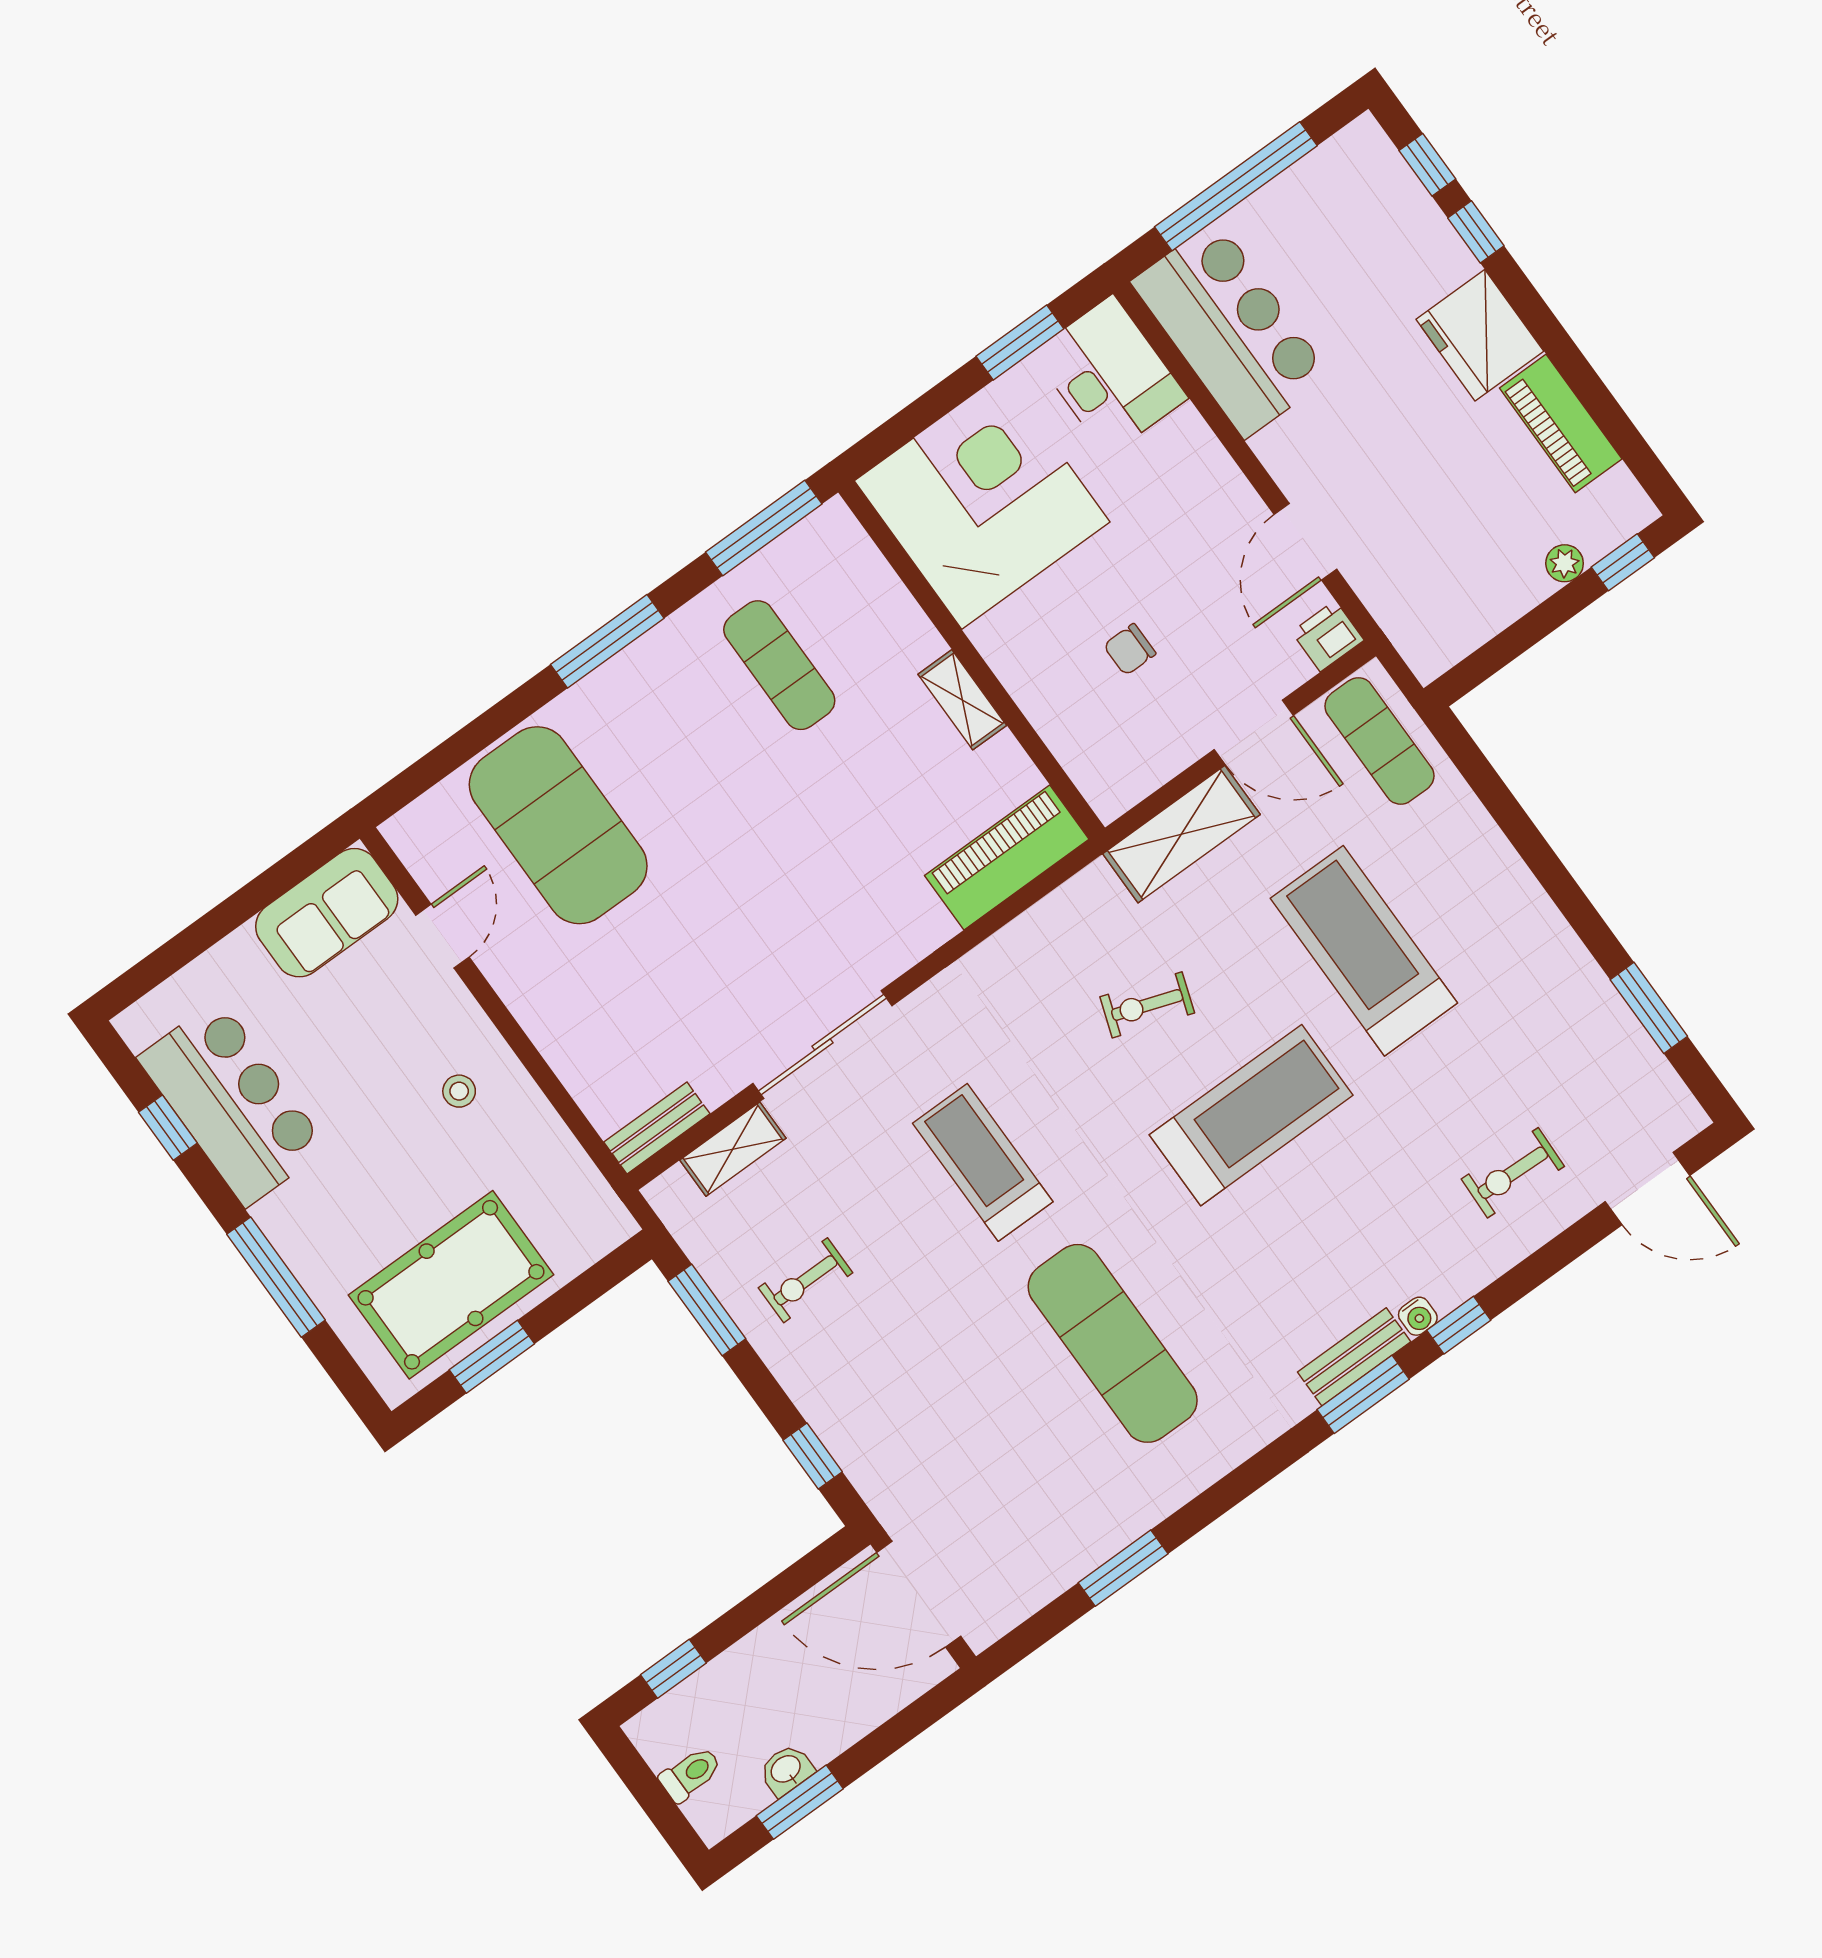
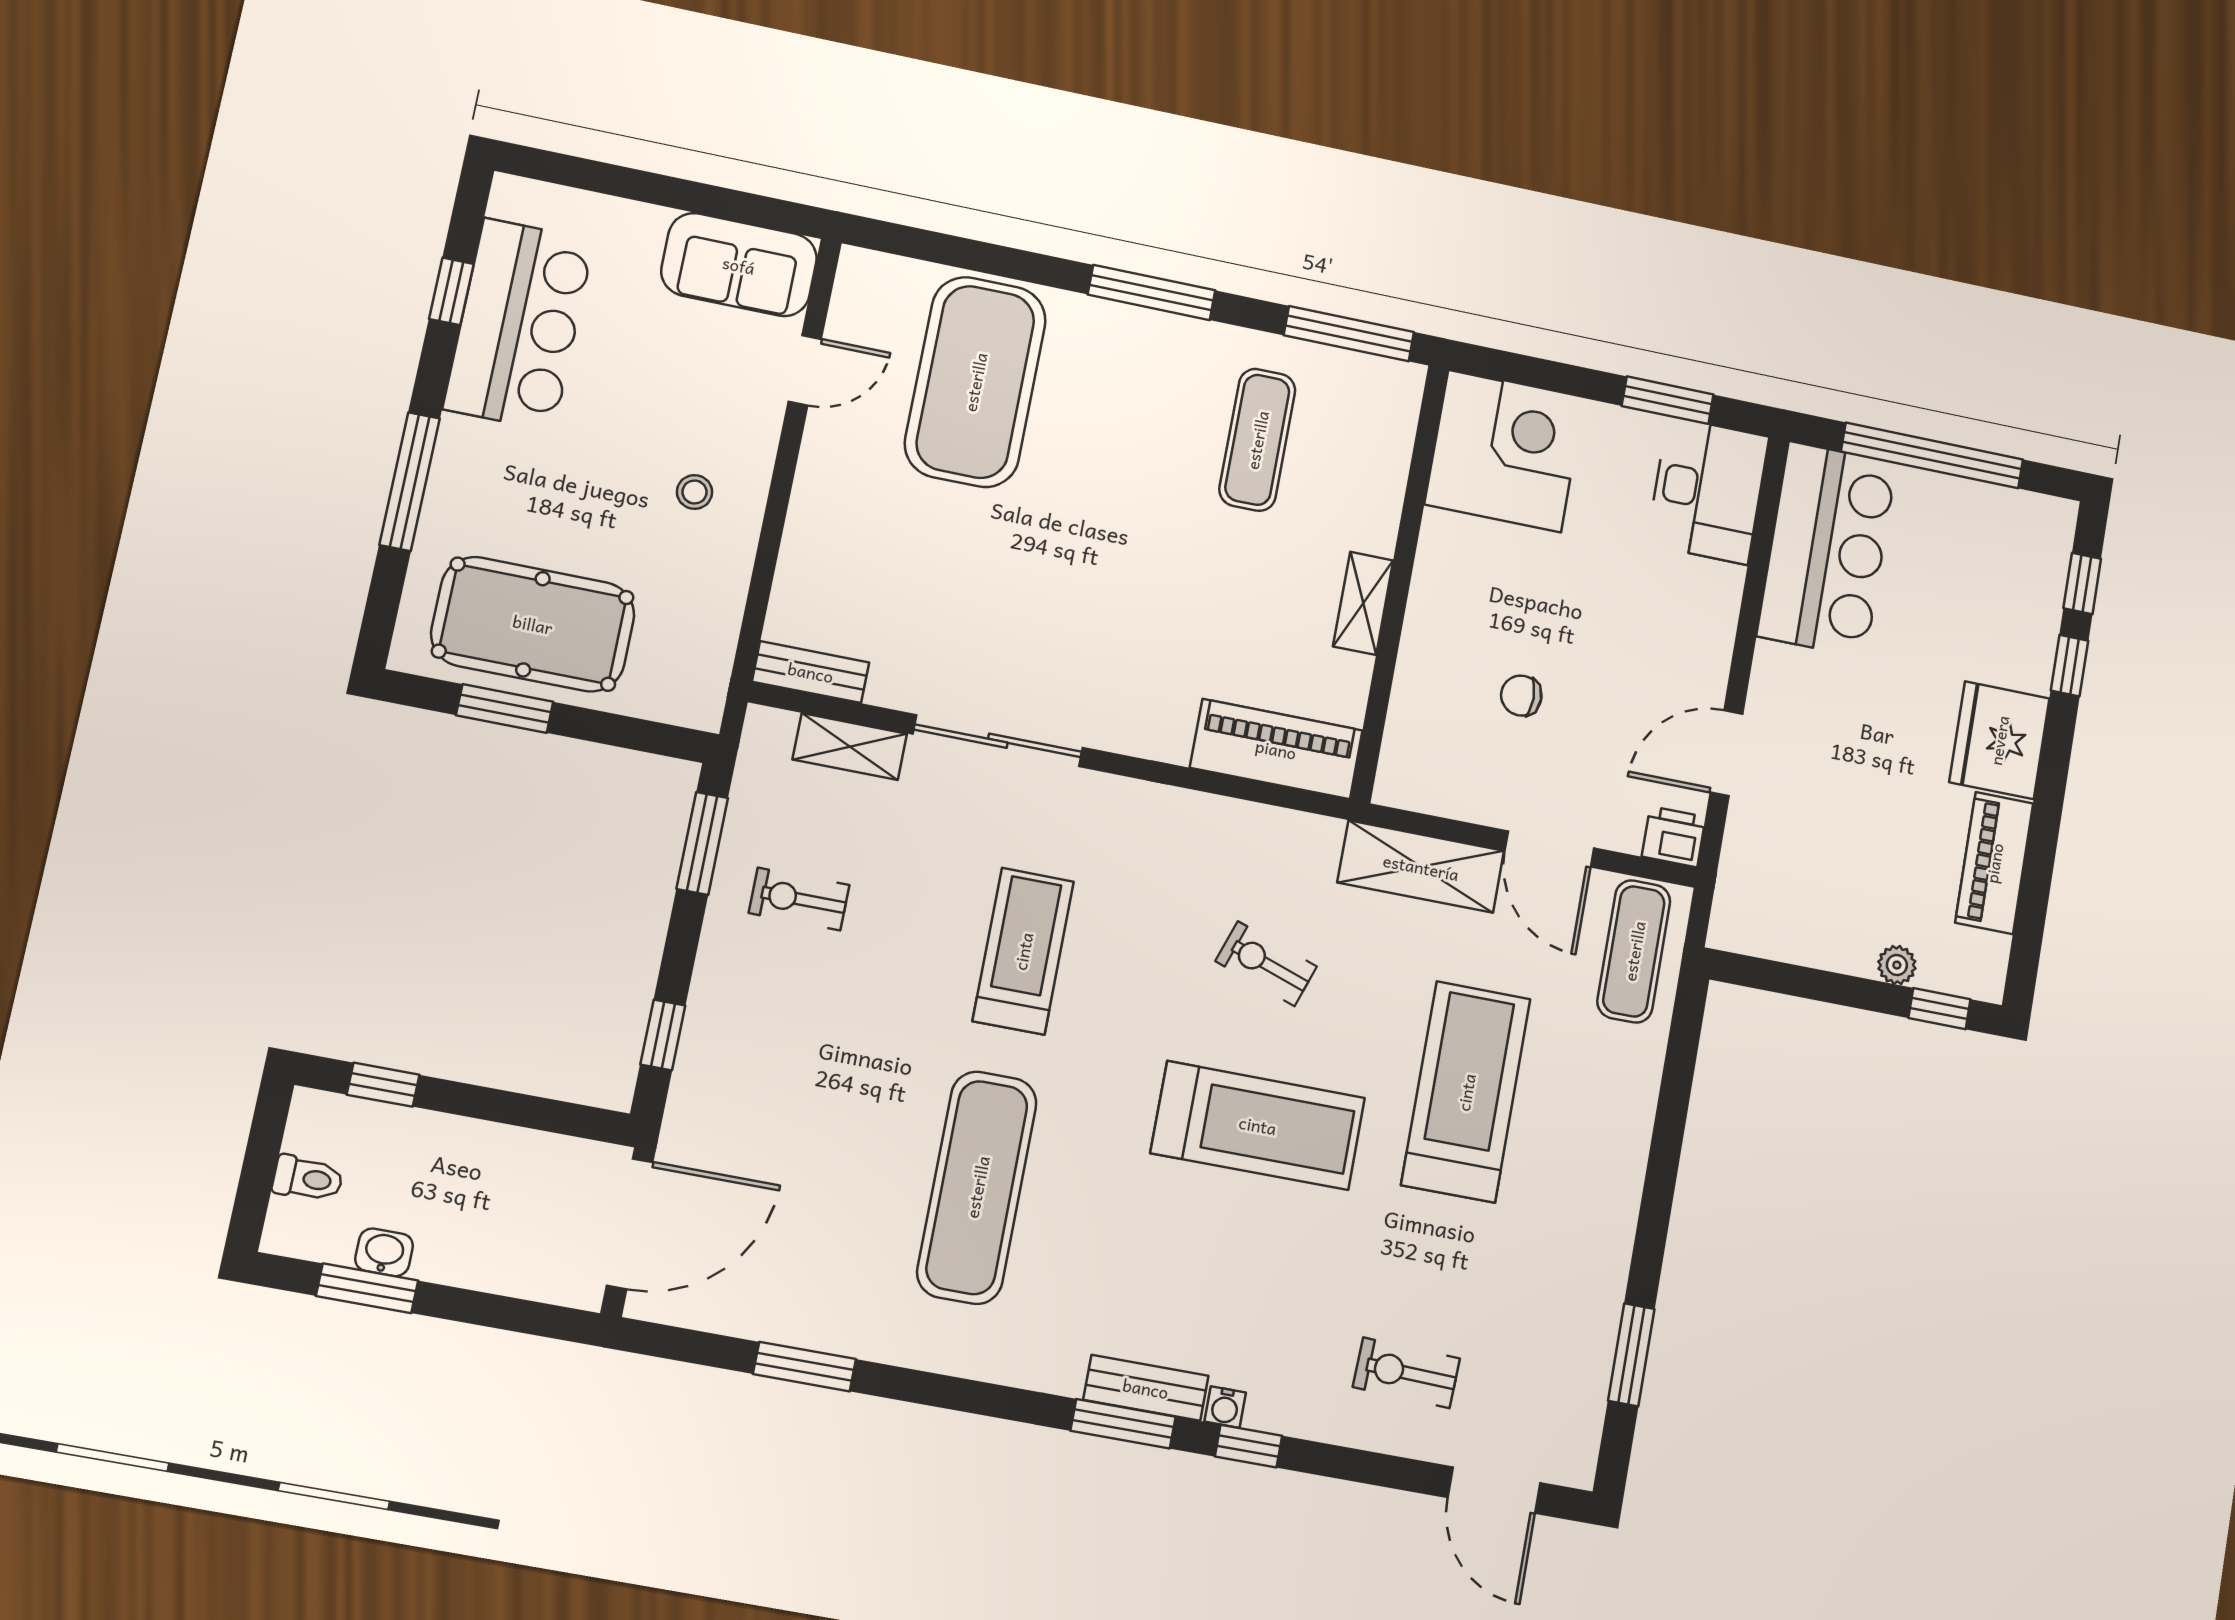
corner desk: (982, 501) -> (1505, 451), width x0.74, depth x0.74
door: (919, 1594) -> (630, 1224), swing flipped

